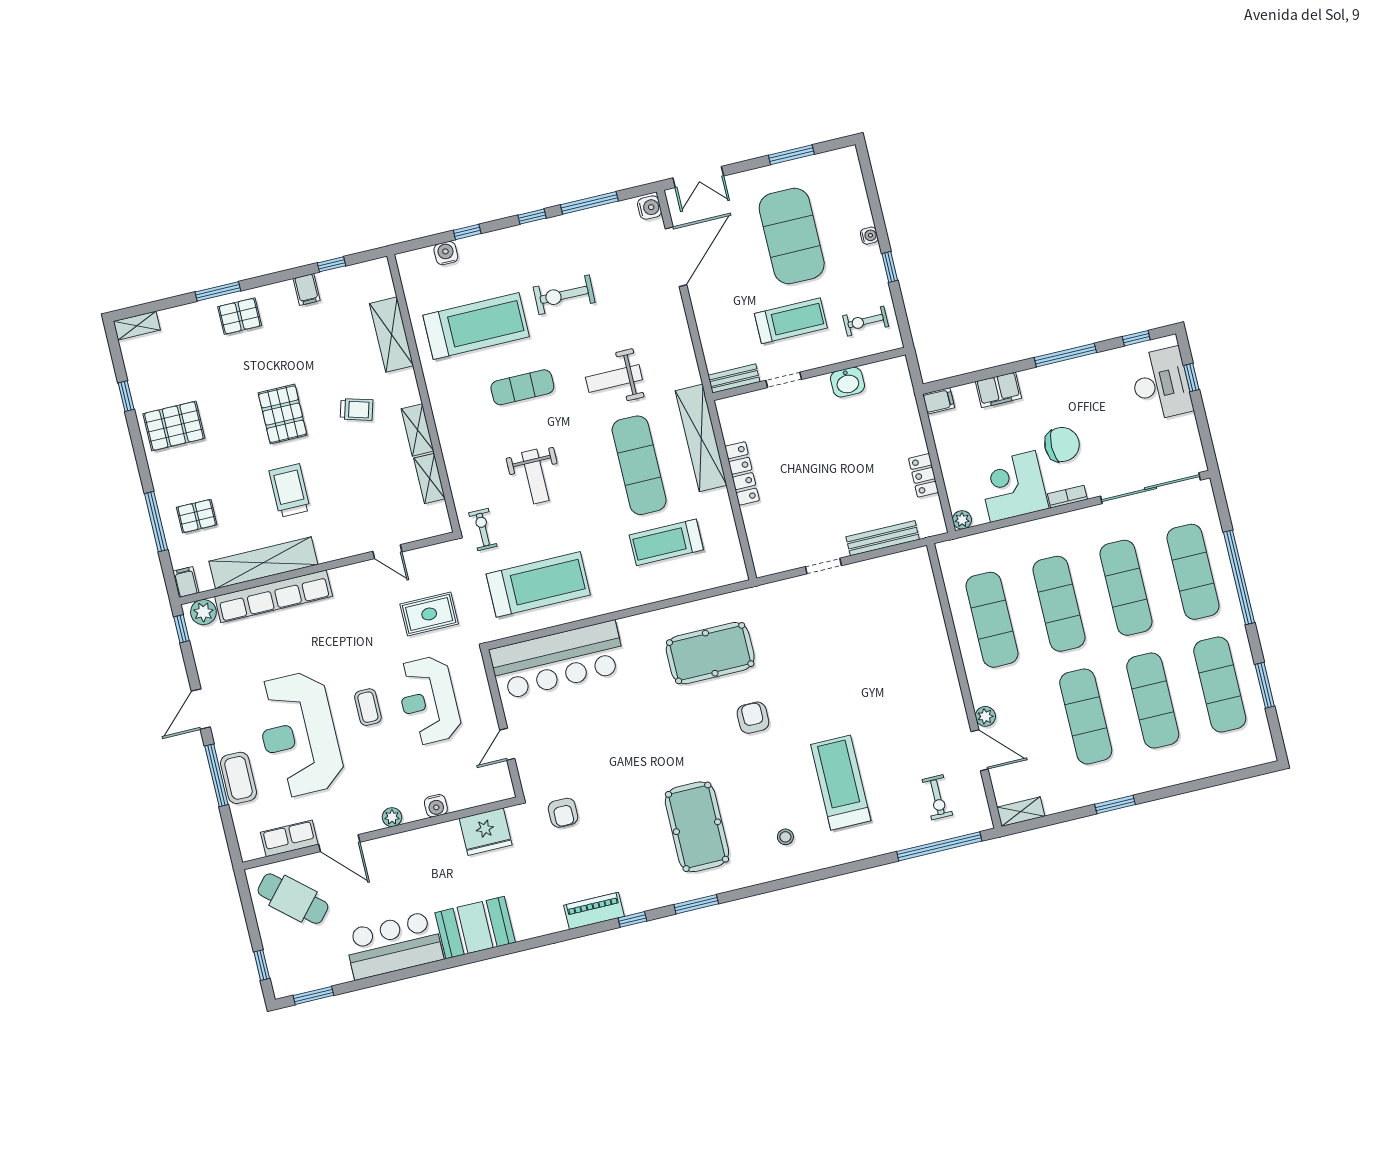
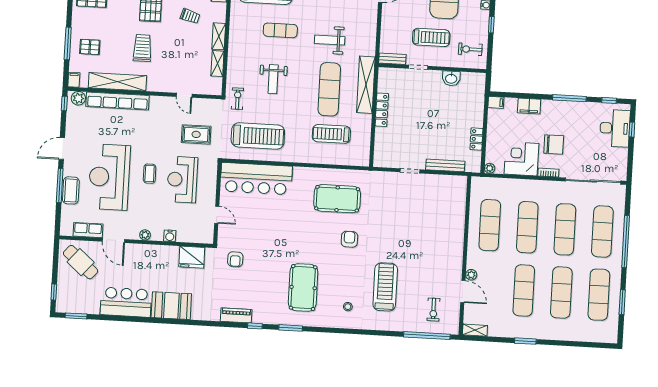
door: (507, 744) -> (217, 215), swing flipped

